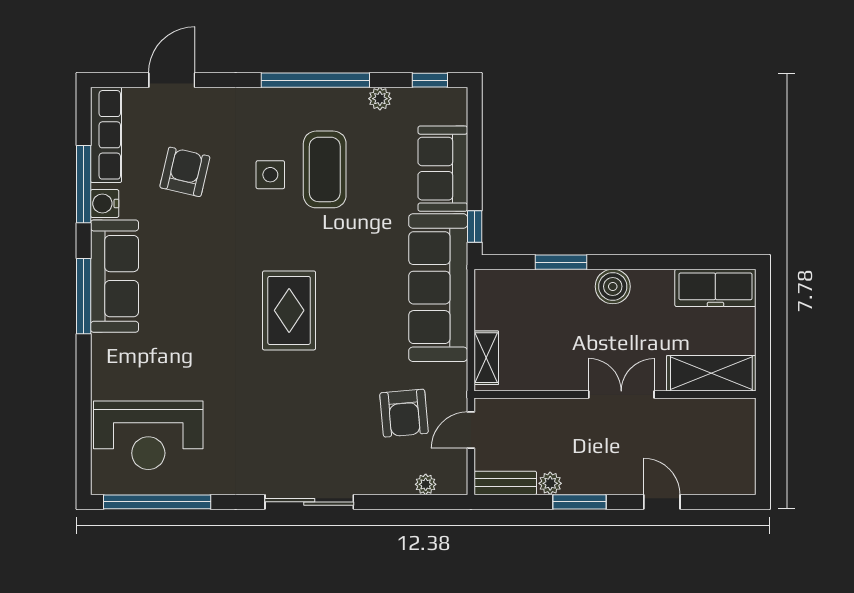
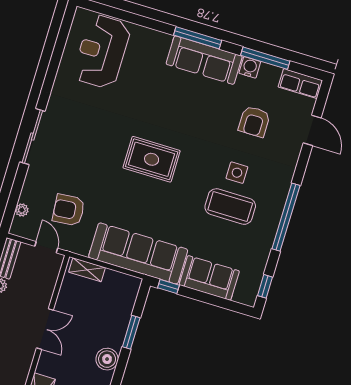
plant: (380, 99) -> (263, 253), removed
row of seats: (106, 135) -> (300, 84), width x0.68
armchair: (185, 172) -> (254, 122), turned 77
double door: (621, 395) -> (45, 329), moved
window: (157, 502) -> (60, 45), removed

